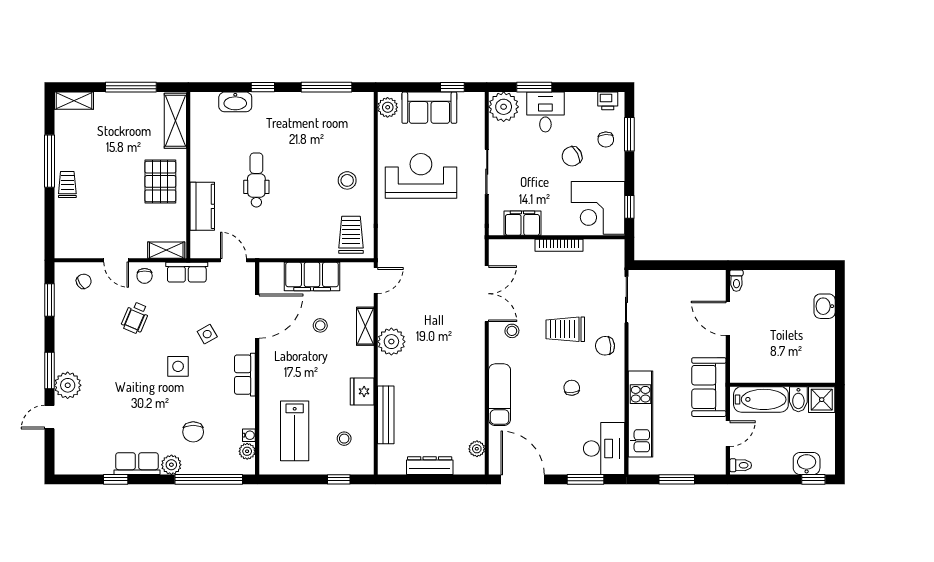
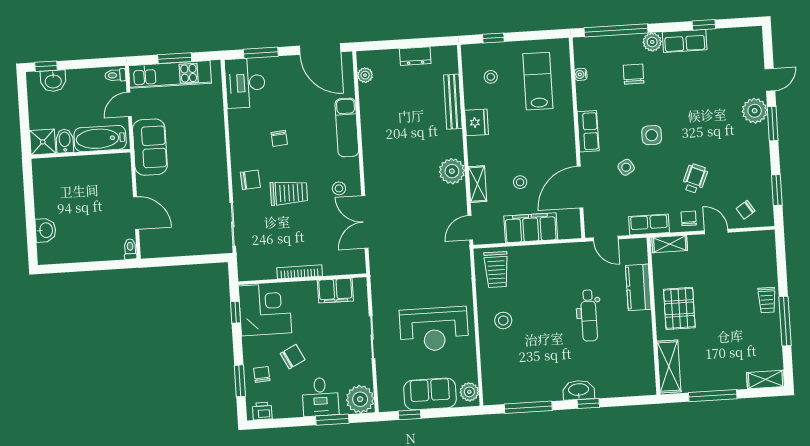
washbasin: (235, 102) -> (579, 390), moved
kitchen unit: (641, 414) -> (170, 74), moved, turned -90
plant: (247, 451) -> (582, 59), removed
dresser: (430, 466) -> (415, 56), width x0.70

